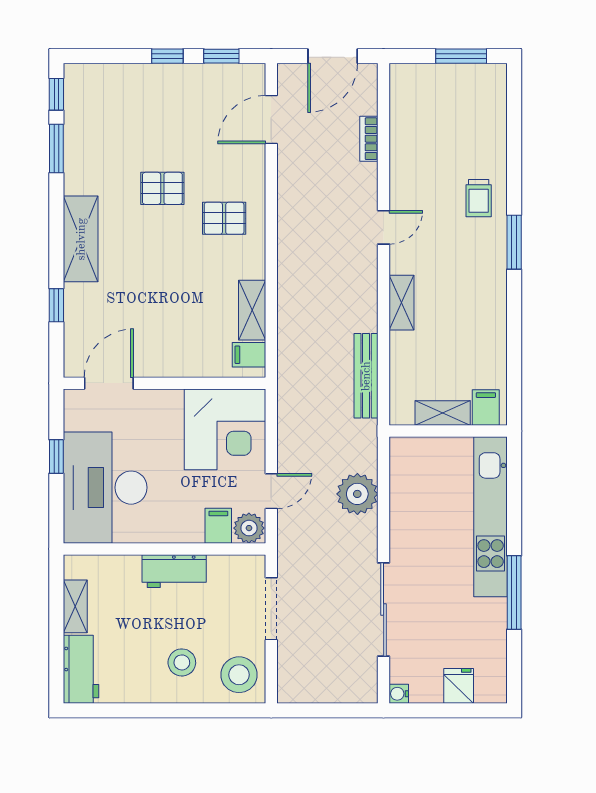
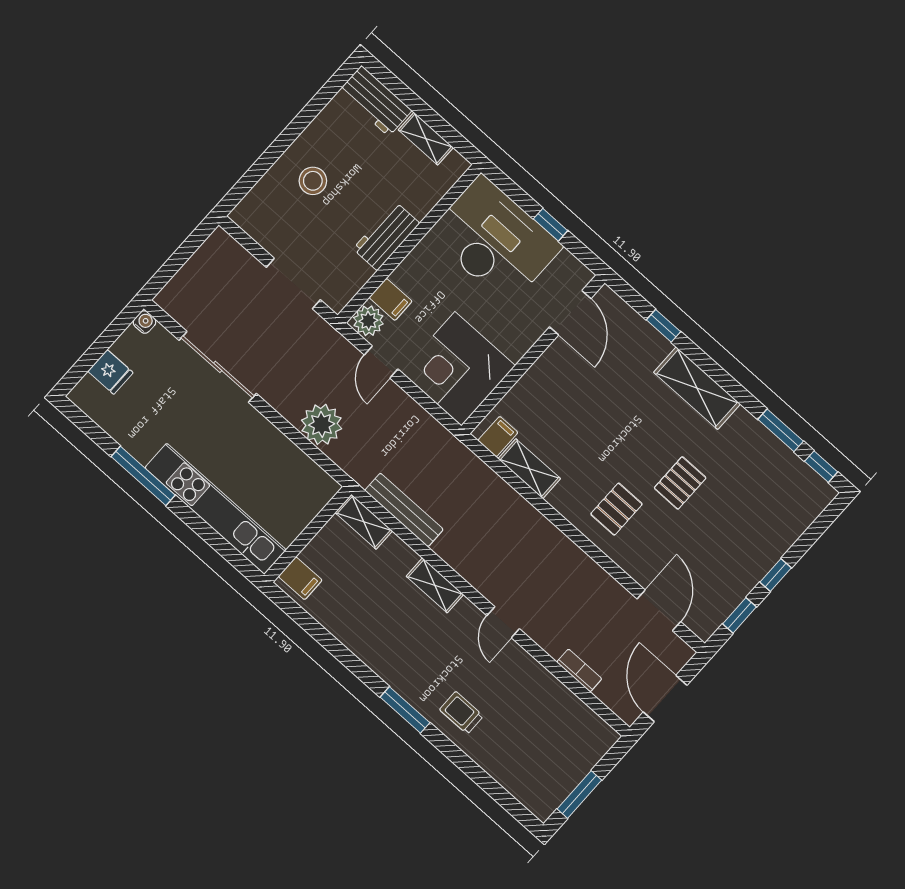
shelving: (443, 413) -> (364, 522), moved, turned 90
stool: (239, 675) -> (265, 215), removed

